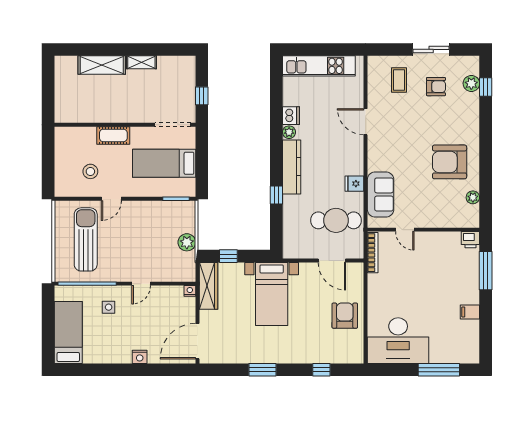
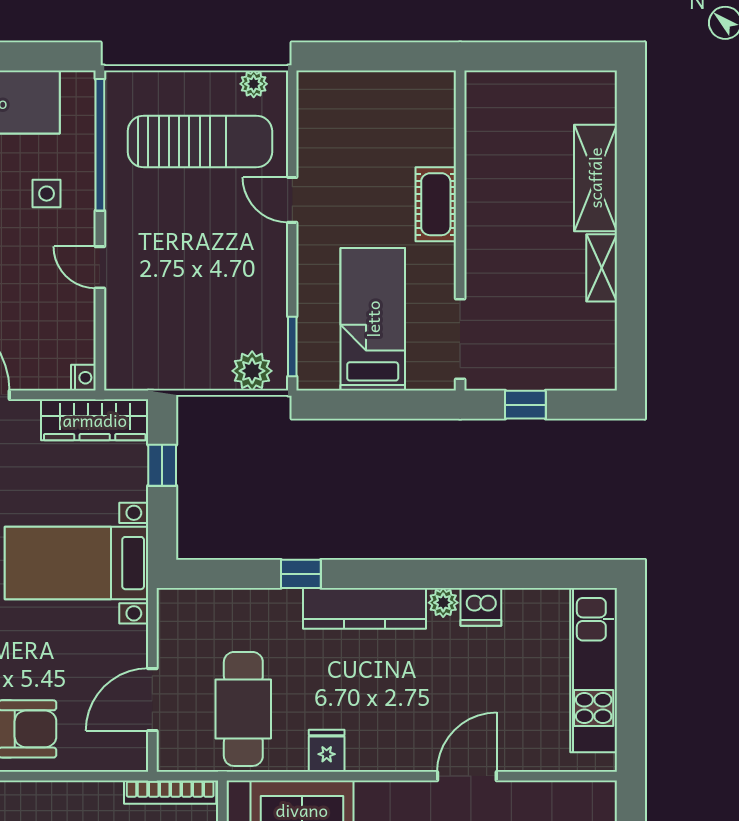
stool: (90, 171) -> (354, 152), removed
plant: (60, 216) -> (254, 84), added
plant: (187, 242) -> (252, 371), moved

